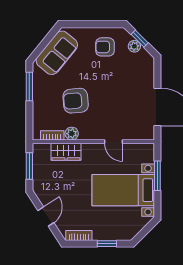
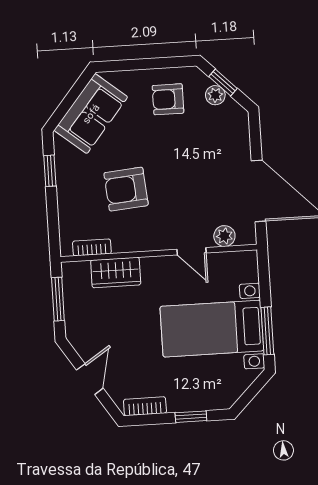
window: (29, 86) -> (50, 171), width x0.67
plant: (72, 134) -> (224, 236), moved
window: (157, 176) -> (267, 331), moved

